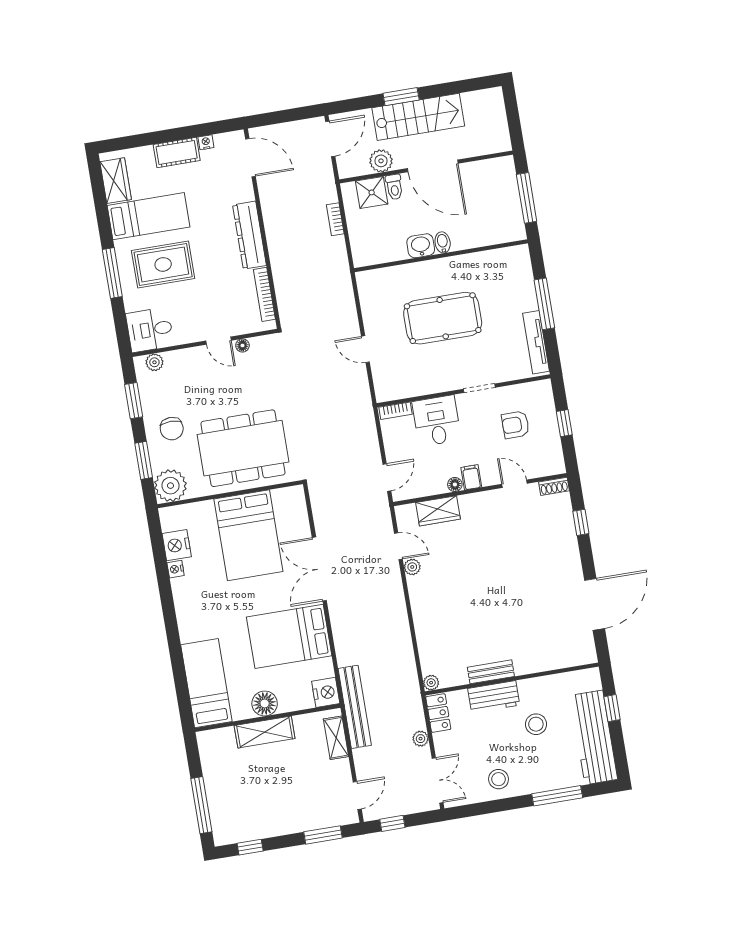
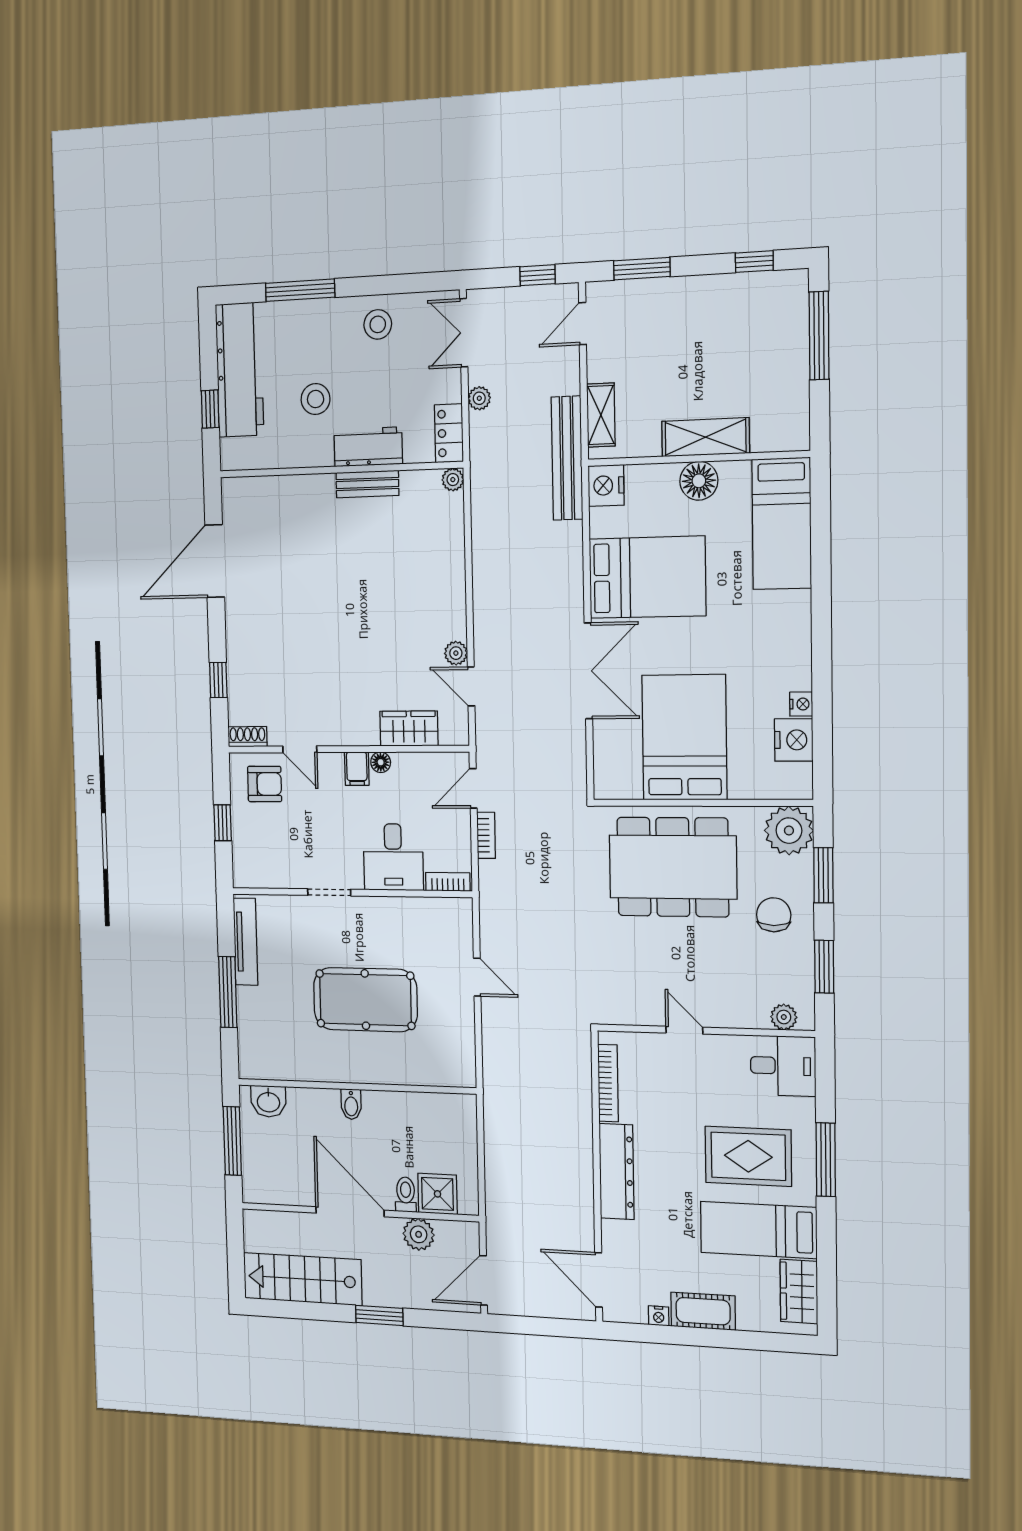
stairs: (418, 117) -> (303, 1279), moved
bookcase: (335, 219) -> (486, 835), moved
washbasin: (421, 246) -> (268, 1101), moved
floor lamp: (242, 345) -> (651, 1016), removed
armchair: (515, 425) -> (265, 784), moved

